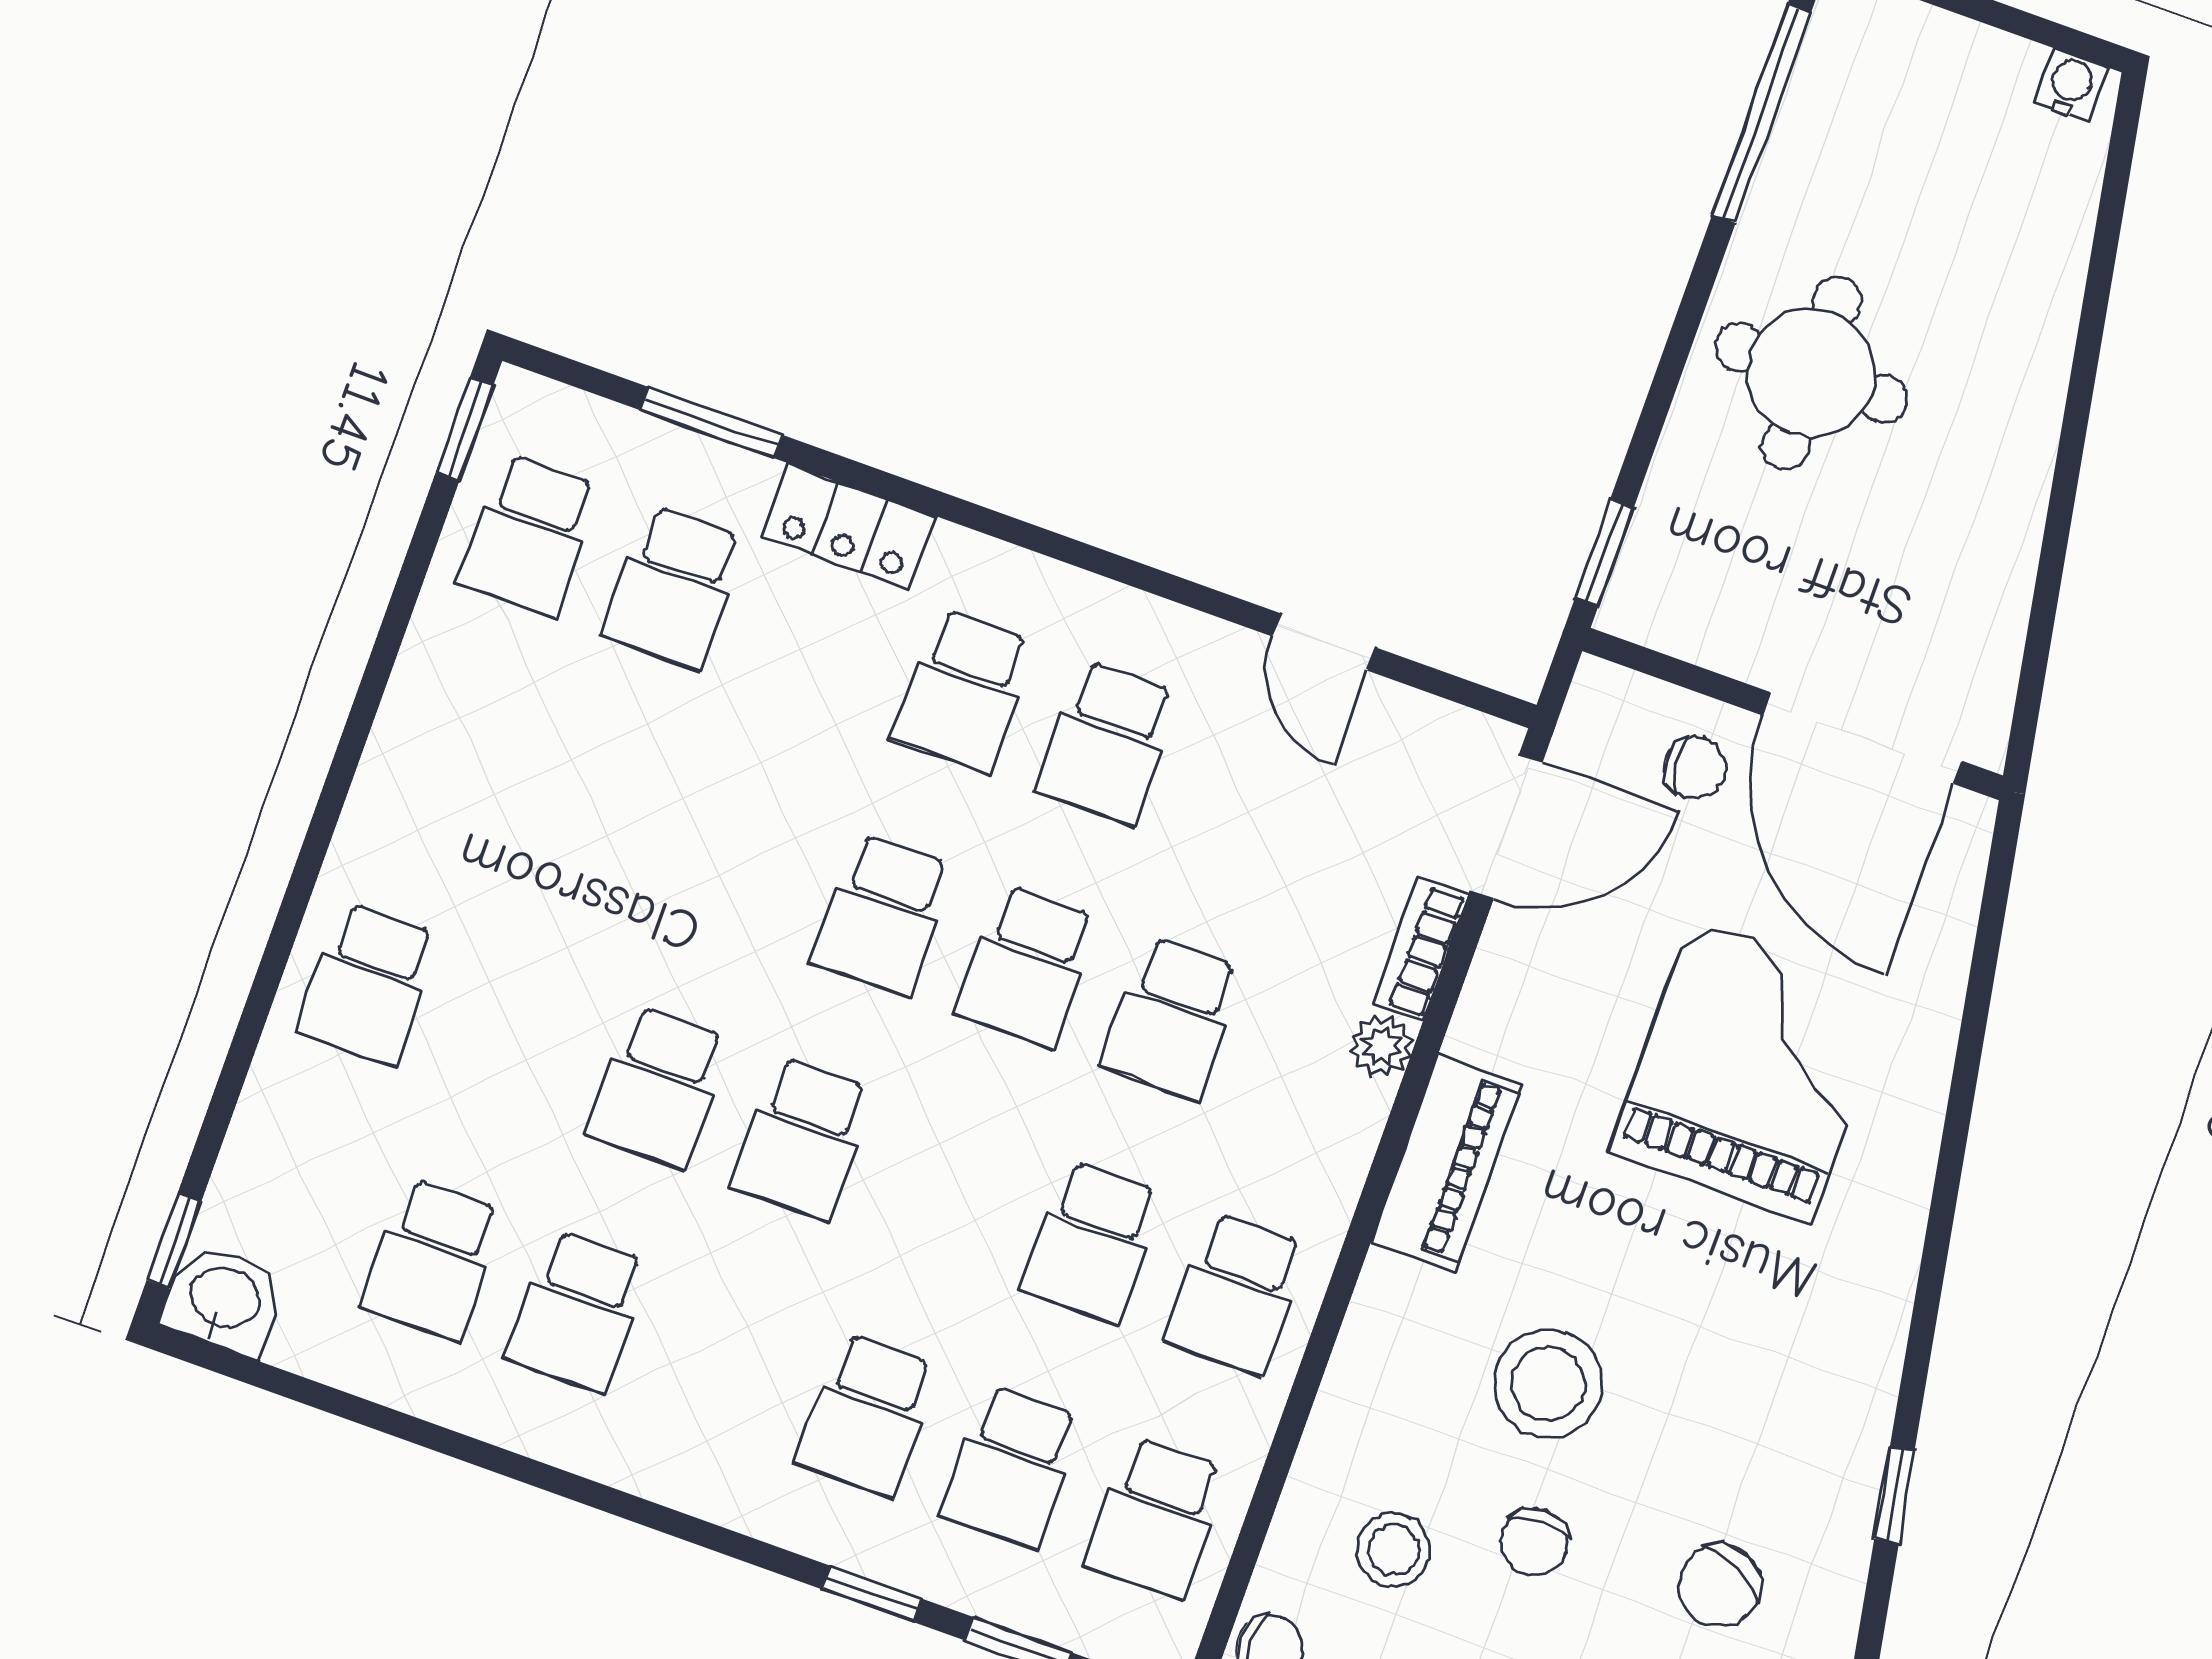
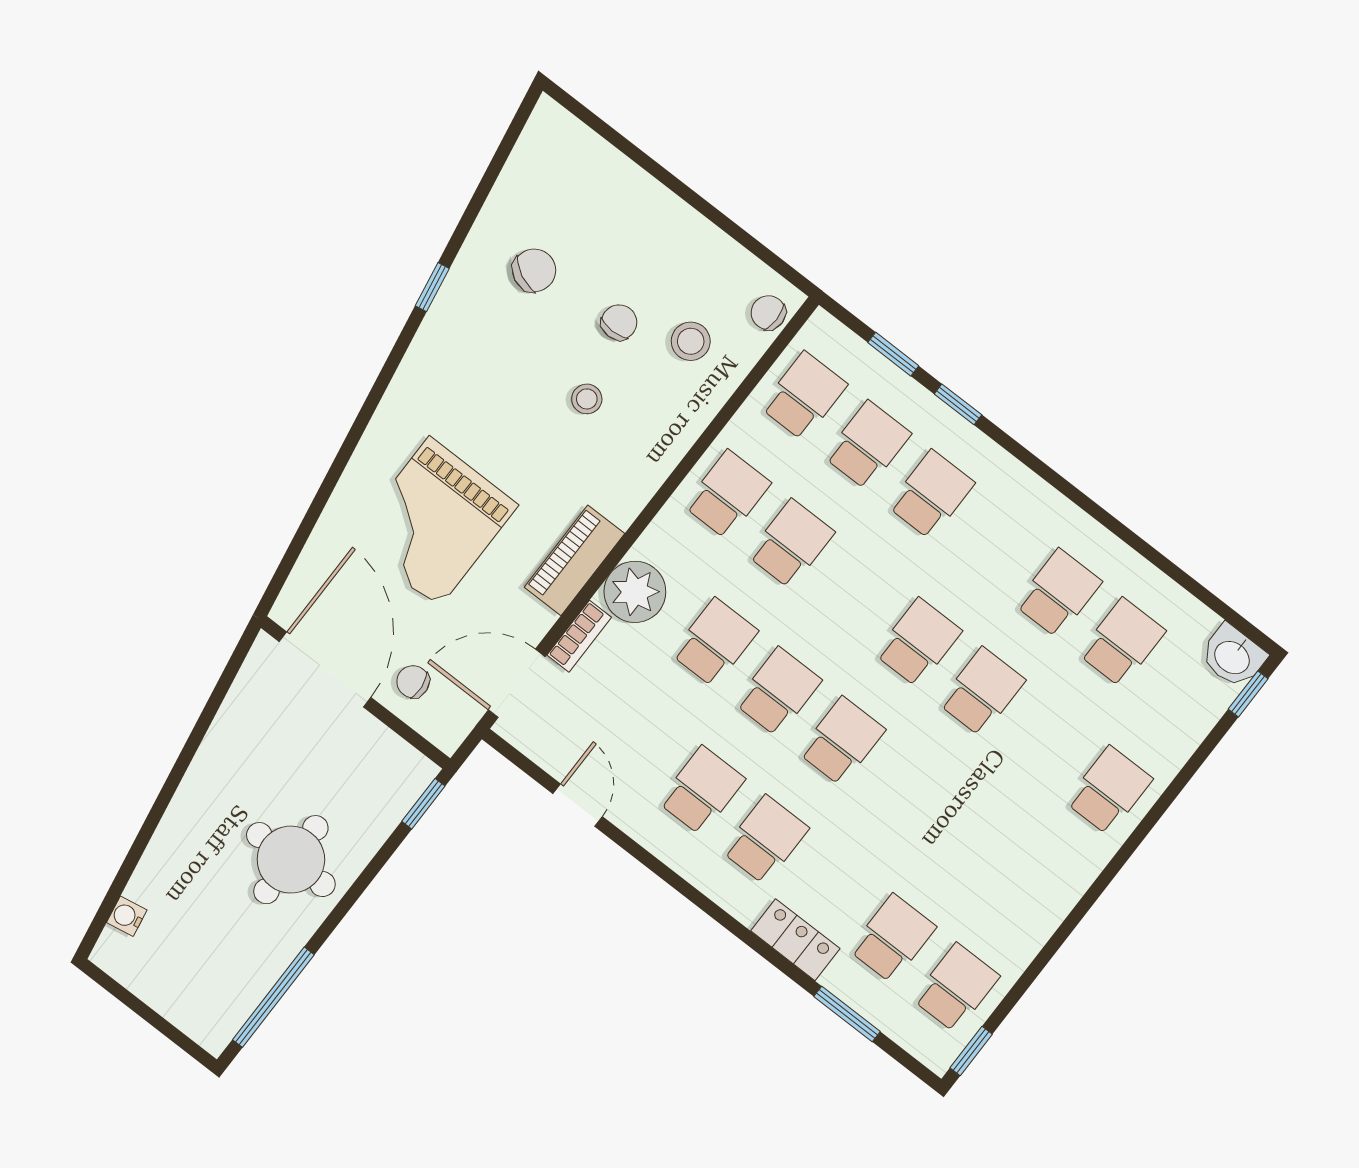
water cooler: (2071, 85) -> (127, 916), moved, turned 80
plant: (1381, 1046) -> (635, 592), width x1.88, depth x1.88
piano: (1446, 1163) -> (574, 560), moved
stool: (1548, 1384) -> (587, 399), width x0.53, depth x0.53

